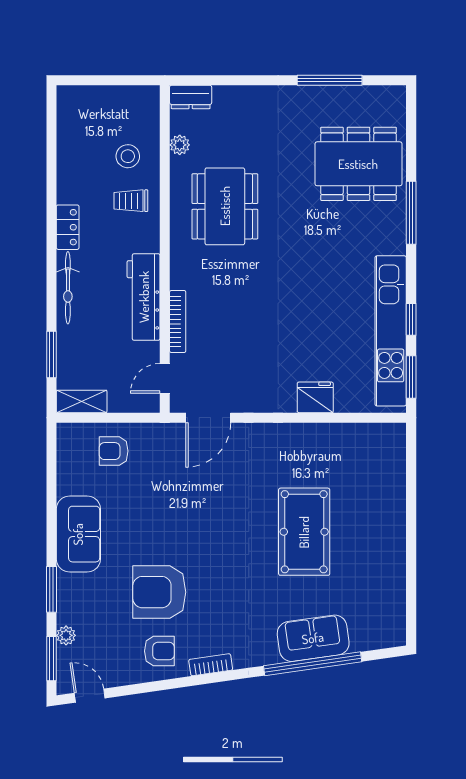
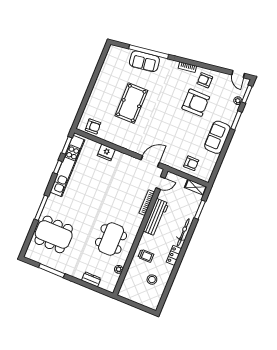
dresser: (191, 97) -> (91, 279), moved
stool: (128, 156) -> (152, 280), moved
armchair: (369, 444) -> (93, 126), added

